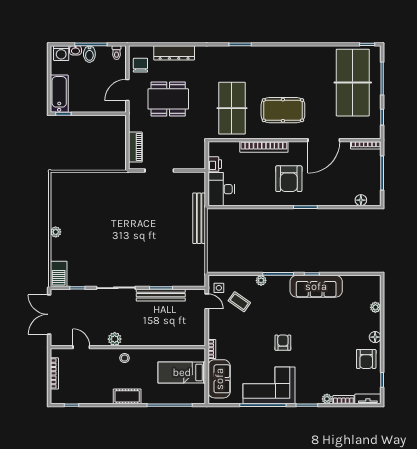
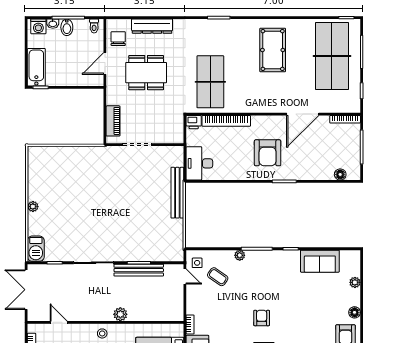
pool table: (283, 110) -> (273, 50), moved, turned 90
bookcase: (264, 147) -> (226, 121), moved
printer: (215, 164) -> (194, 122), moved, turned 90
sofa: (316, 286) -> (320, 261), moved, width x0.73
plant: (115, 339) -> (120, 314), moved

